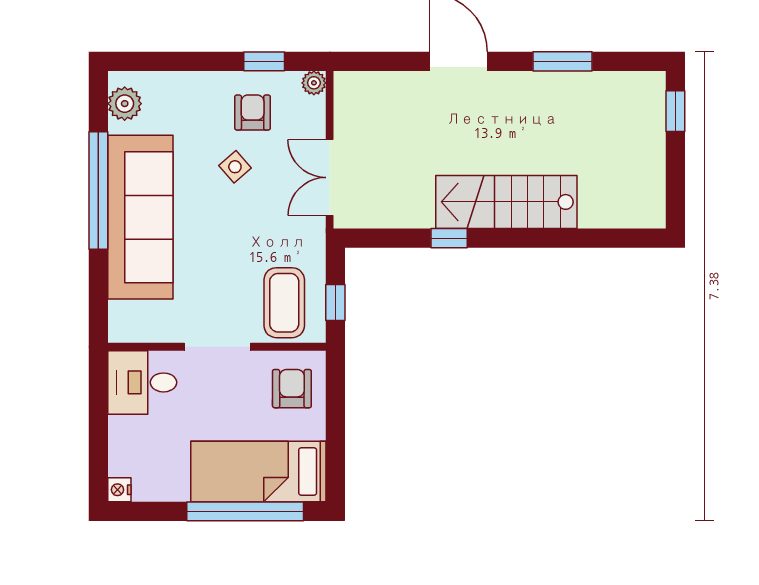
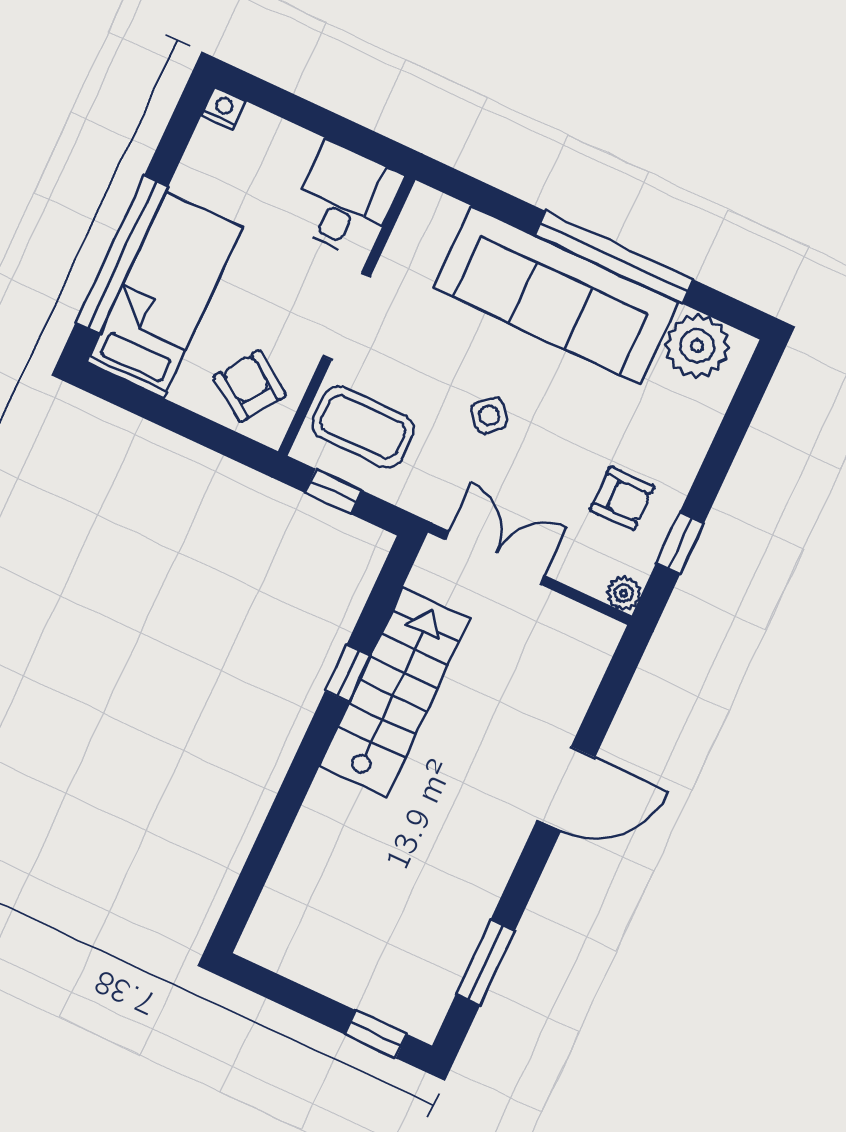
window: (562, 61) -> (485, 962), moved
plant: (125, 104) -> (697, 346), width x1.36, depth x1.36
side table: (235, 167) -> (489, 416), moved
stairs: (506, 202) -> (395, 692), moved
armchair: (292, 389) -> (250, 386), turned -145

